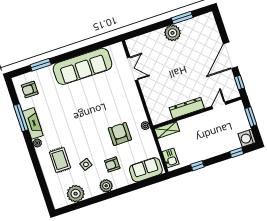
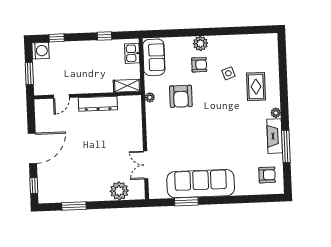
plant: (173, 33) -> (119, 191), moved
window: (41, 65) -> (186, 201), moved
window: (239, 82) -> (34, 185), moved
sofa: (146, 170) -> (154, 57), moved, turned -90
plant: (106, 186) -> (200, 43), moved
plant: (76, 194) -> (249, 44), removed

